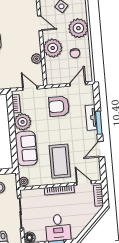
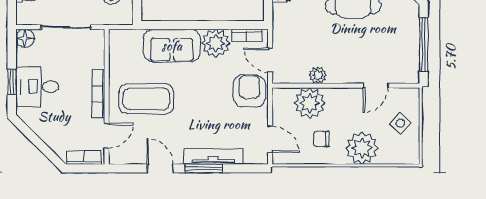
plant: (53, 48) -> (310, 103), moved
door: (30, 88) -> (270, 60), swing flipped
armchair: (59, 106) -> (249, 91), moved
tv unit: (91, 118) -> (213, 156), width x1.41
plant: (24, 181) -> (118, 37), removed

